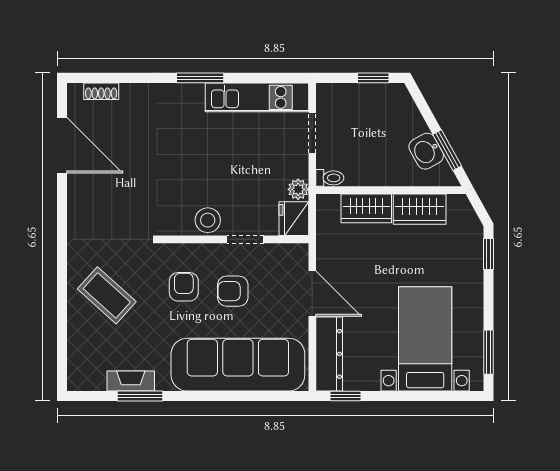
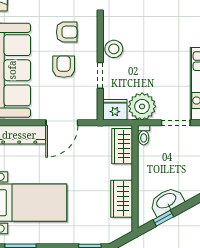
window: (447, 150) -> (163, 218), width x0.67
washbasin: (426, 151) -> (167, 201), width x1.38
plant: (298, 189) -> (142, 106), width x1.87, depth x1.87
wardrobe: (366, 208) -> (122, 146), moved

